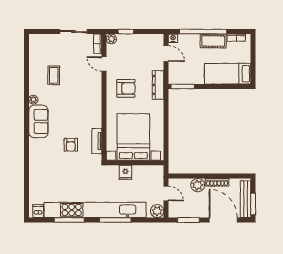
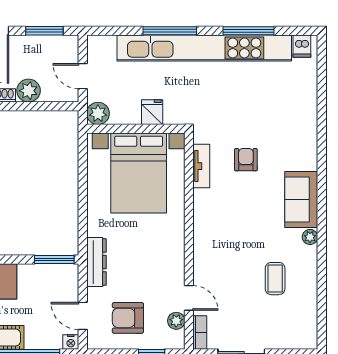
plant: (111, 39) -> (176, 321), moved
armchair: (126, 88) -> (128, 318), moved
plant: (157, 211) -> (98, 113), moved

